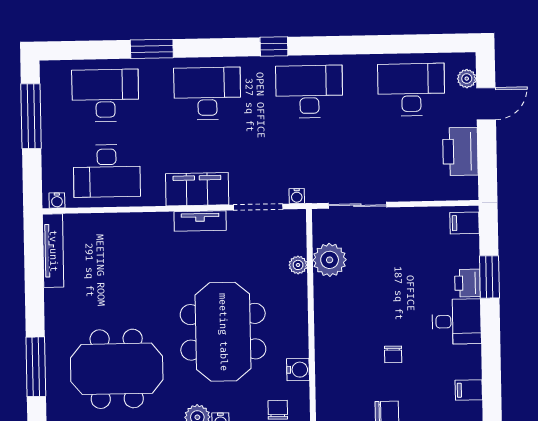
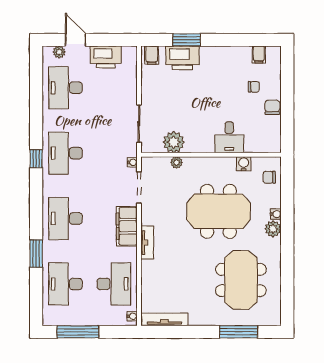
window: (274, 47) -> (36, 159), moved
tv unit: (200, 221) -> (147, 242), moved
printer: (468, 283) -> (182, 58), width x1.87, depth x1.48
desk: (457, 321) -> (229, 137), moved, turned 180
chair: (393, 354) -> (254, 87), moved

